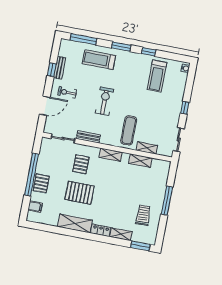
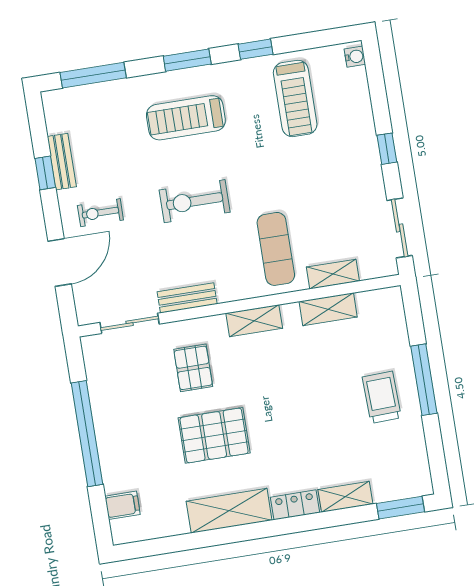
treadmill: (99, 60) -> (186, 118), moved
exercise bike: (105, 101) -> (195, 201), turned -90
pallet: (41, 183) -> (117, 446), removed
trolley: (143, 215) -> (382, 397), moved

